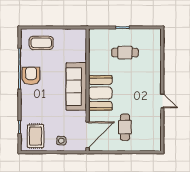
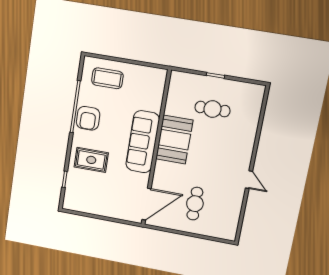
armchair: (31, 76) -> (88, 118), turned 180
booth: (100, 93) -> (174, 140), moved
rug: (36, 136) -> (91, 160), moved, turned 90
side table: (61, 141) -> (113, 205), removed

